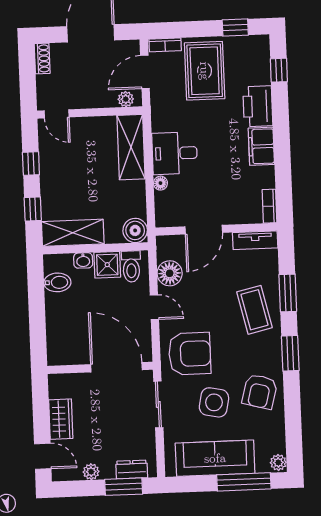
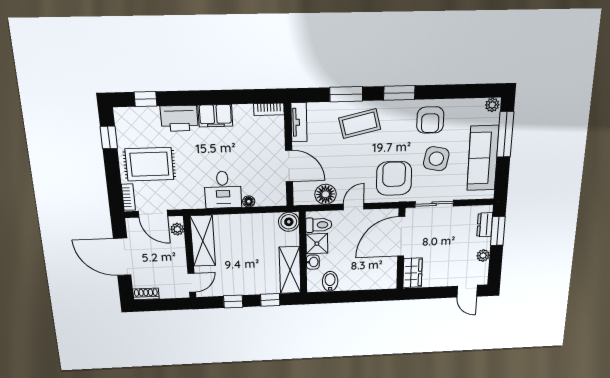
shelving: (131, 147) -> (203, 241), moved, turned 90
armchair: (260, 391) -> (430, 120), turned 75
wardrobe: (61, 419) -> (412, 273), moved, turned 90
door: (43, 456) -> (467, 291), swing flipped

